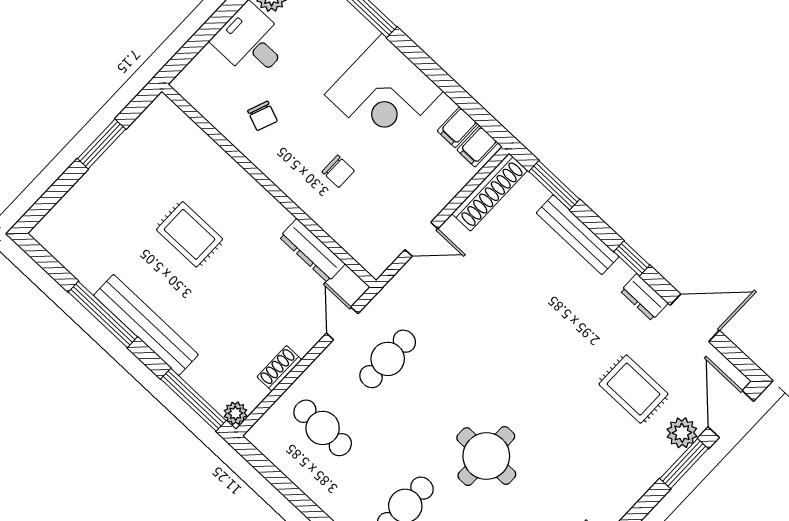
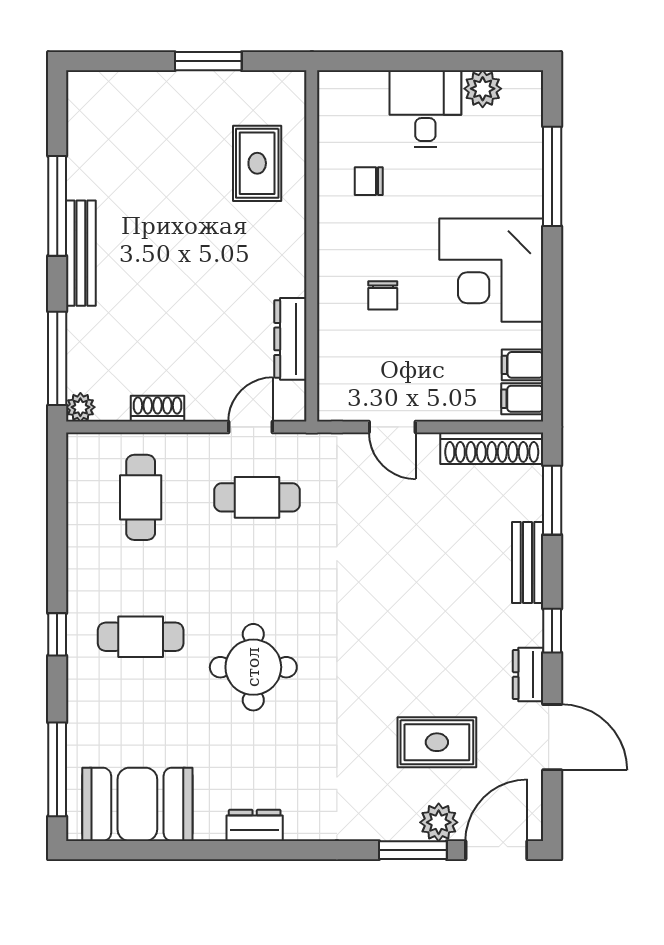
chair: (262, 116) -> (369, 181), turned 69
rug: (190, 234) -> (257, 163), moved
bench: (578, 235) -> (528, 563), width x0.73
bench: (146, 325) -> (81, 253), width x0.73, depth x0.82
rug: (633, 389) -> (437, 742), turned 90

